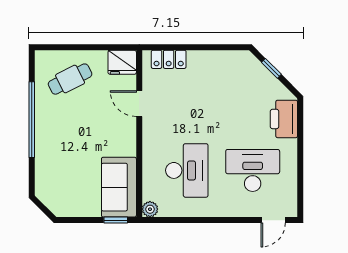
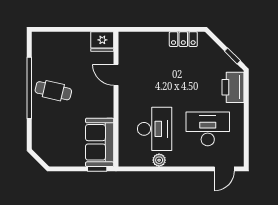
locker: (169, 59) -> (183, 39), moved
window: (271, 68) -> (232, 56), moved
cafe table: (70, 79) -> (53, 91), moved, turned 40
plant: (150, 209) -> (159, 160), moved

